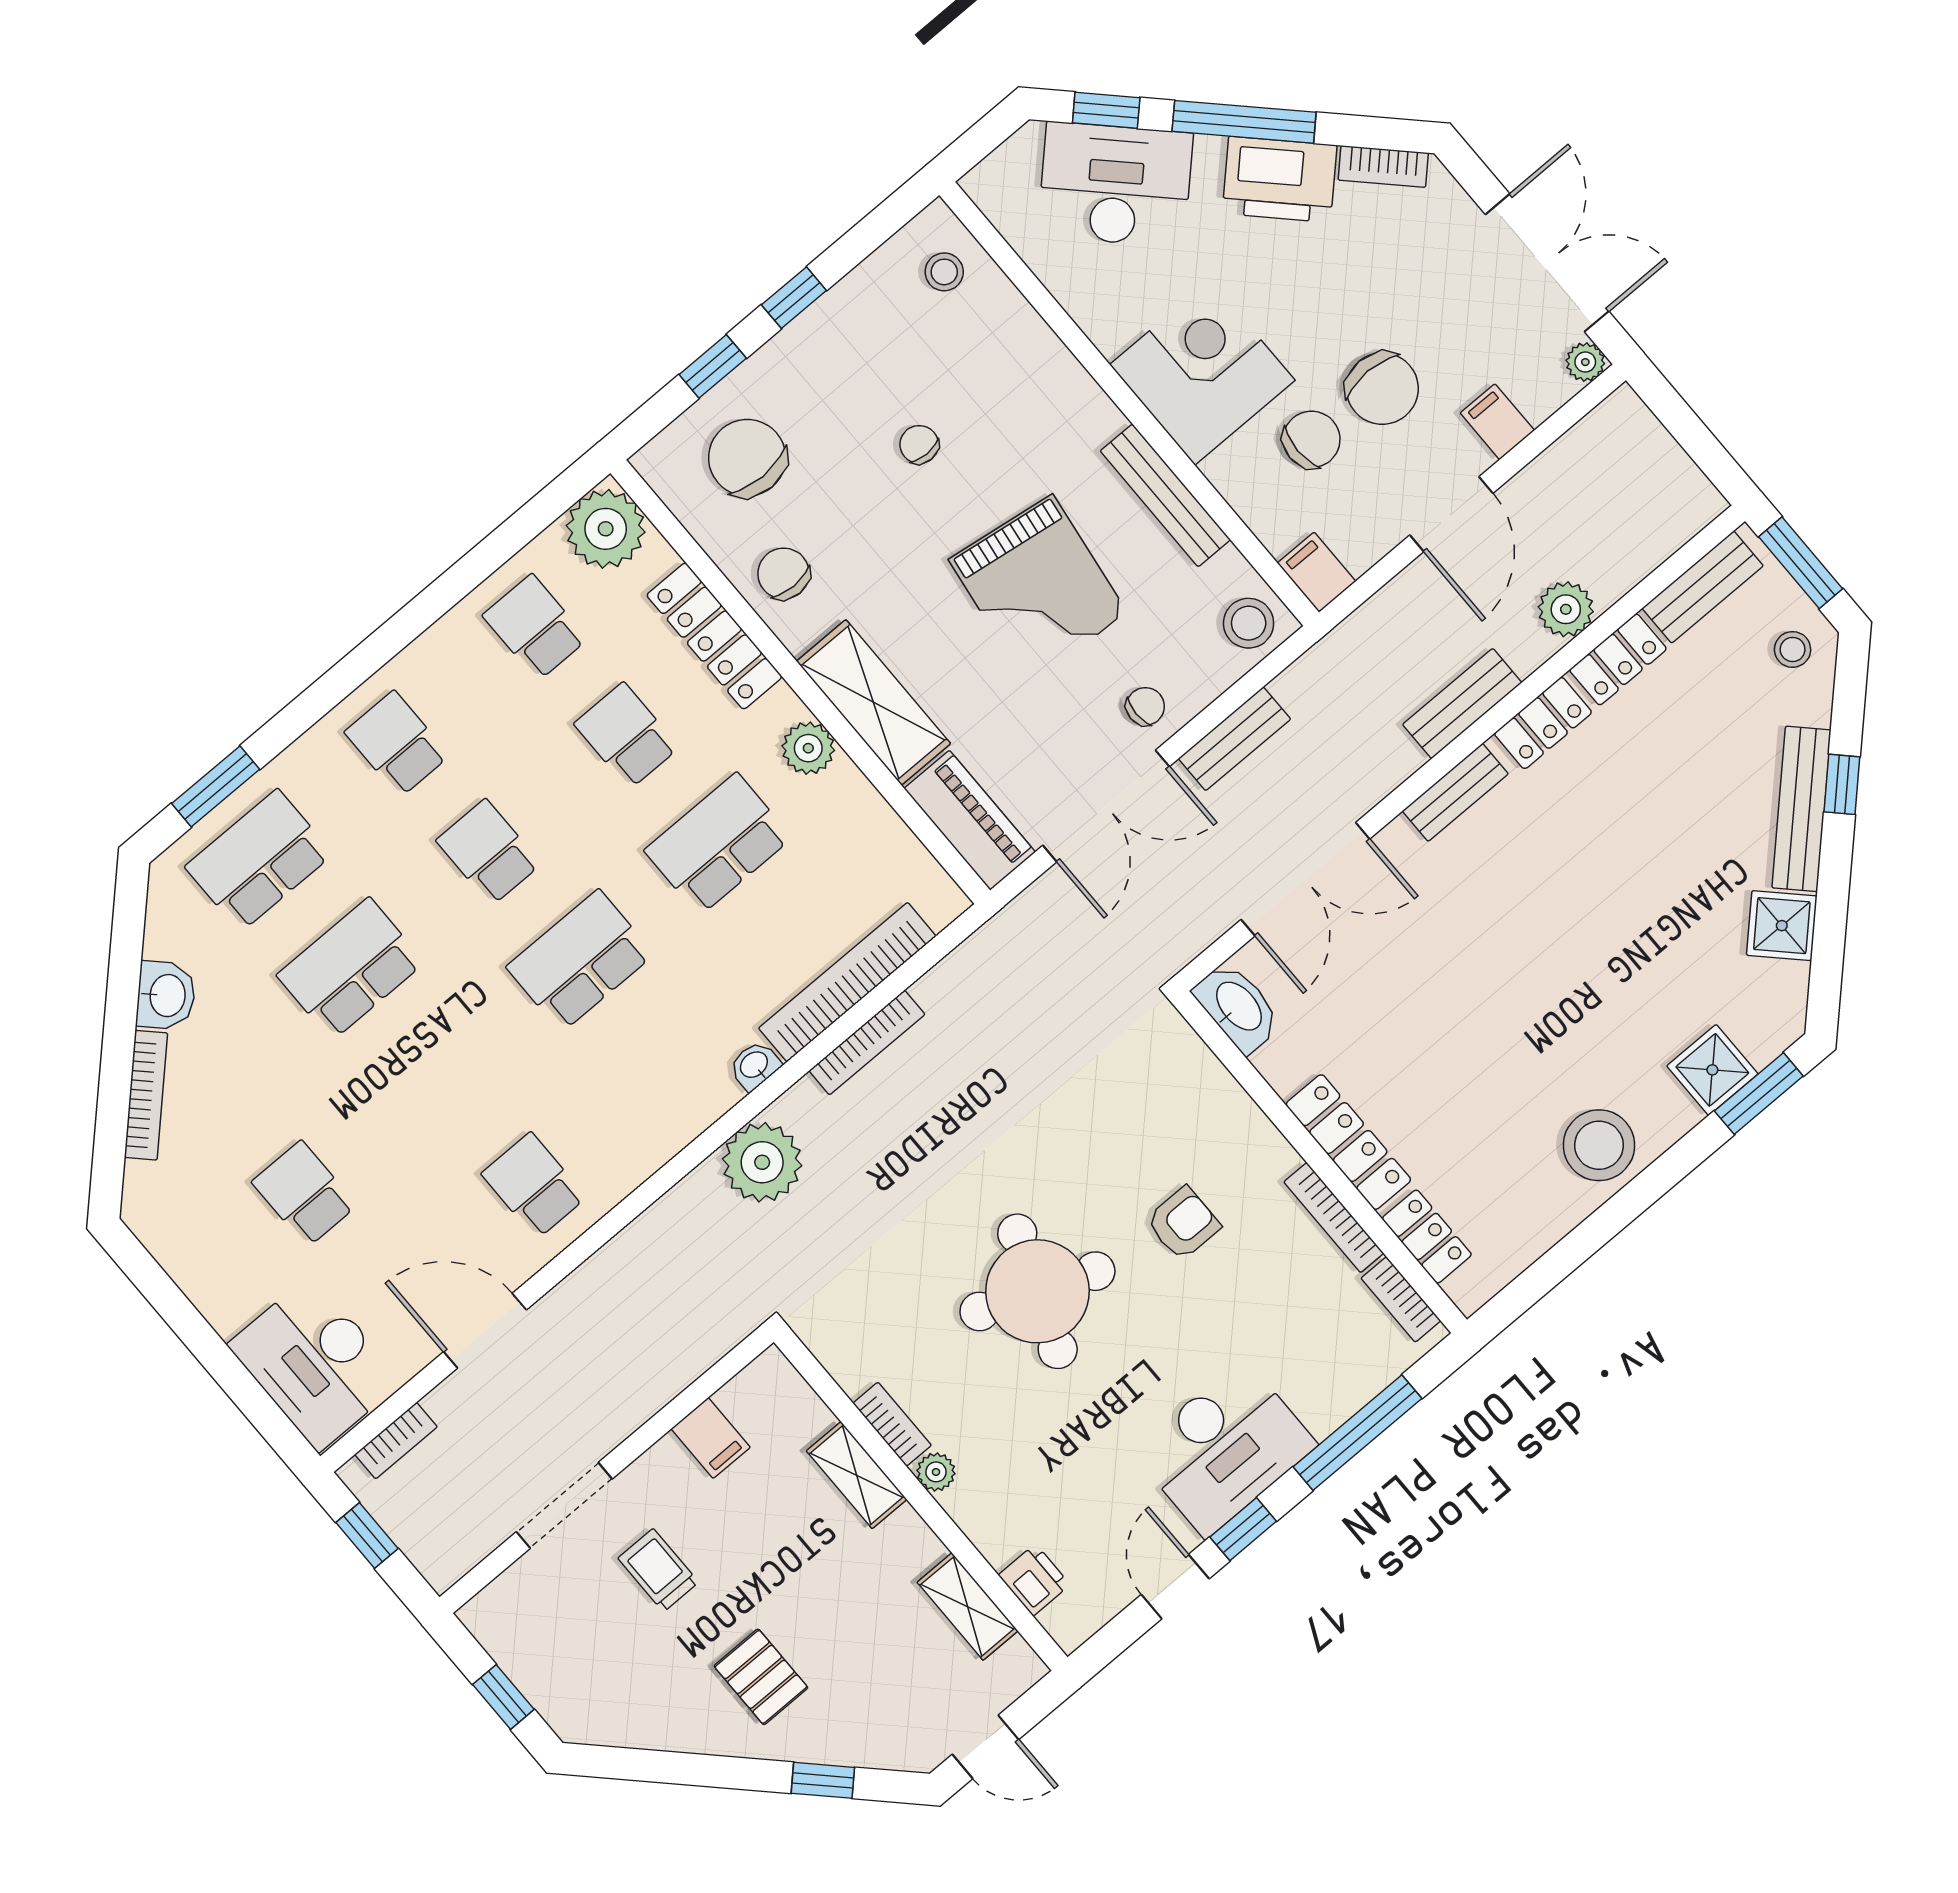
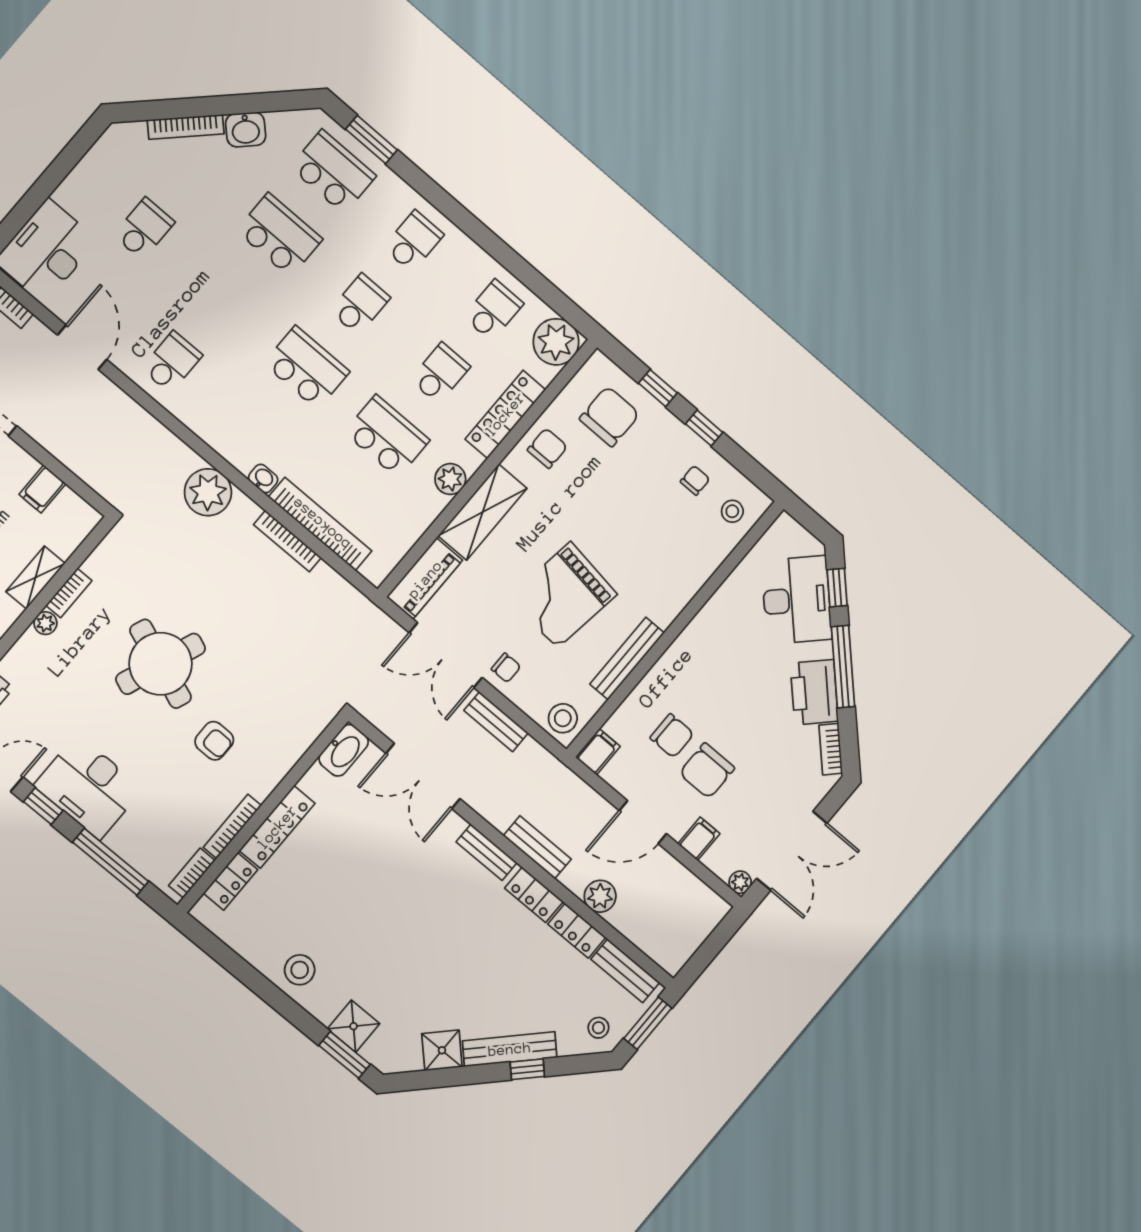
corner desk: (1202, 372) -> (700, 667), removed
chair: (919, 445) -> (695, 480), moved
stool: (1599, 1145) -> (300, 970), width x0.73, depth x0.73

